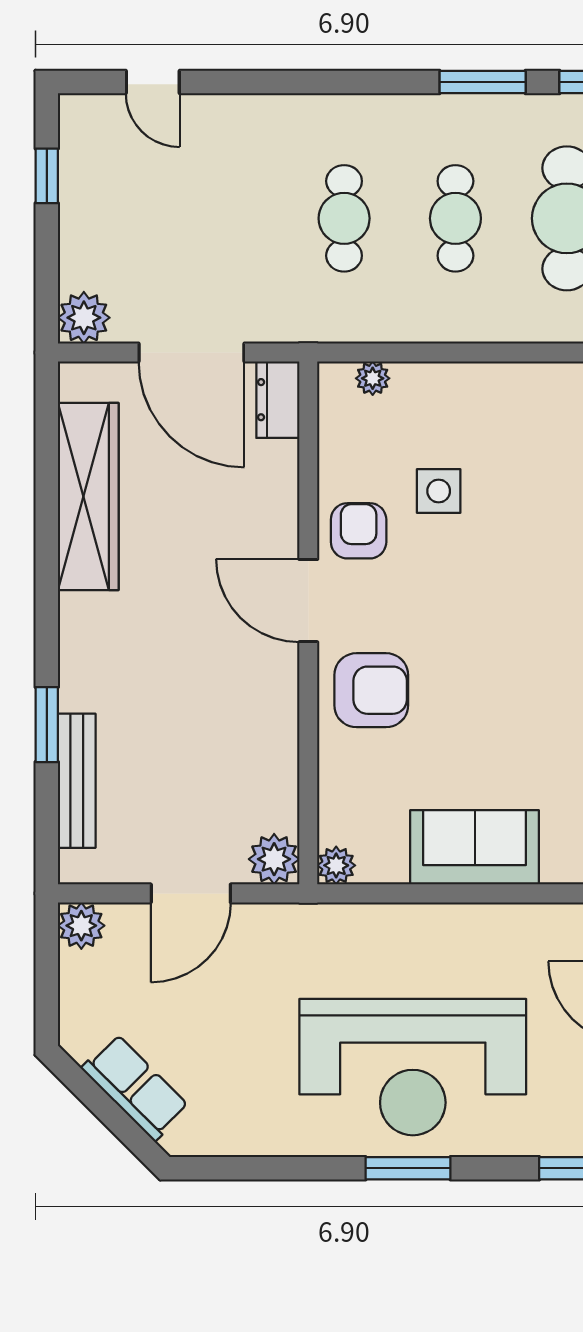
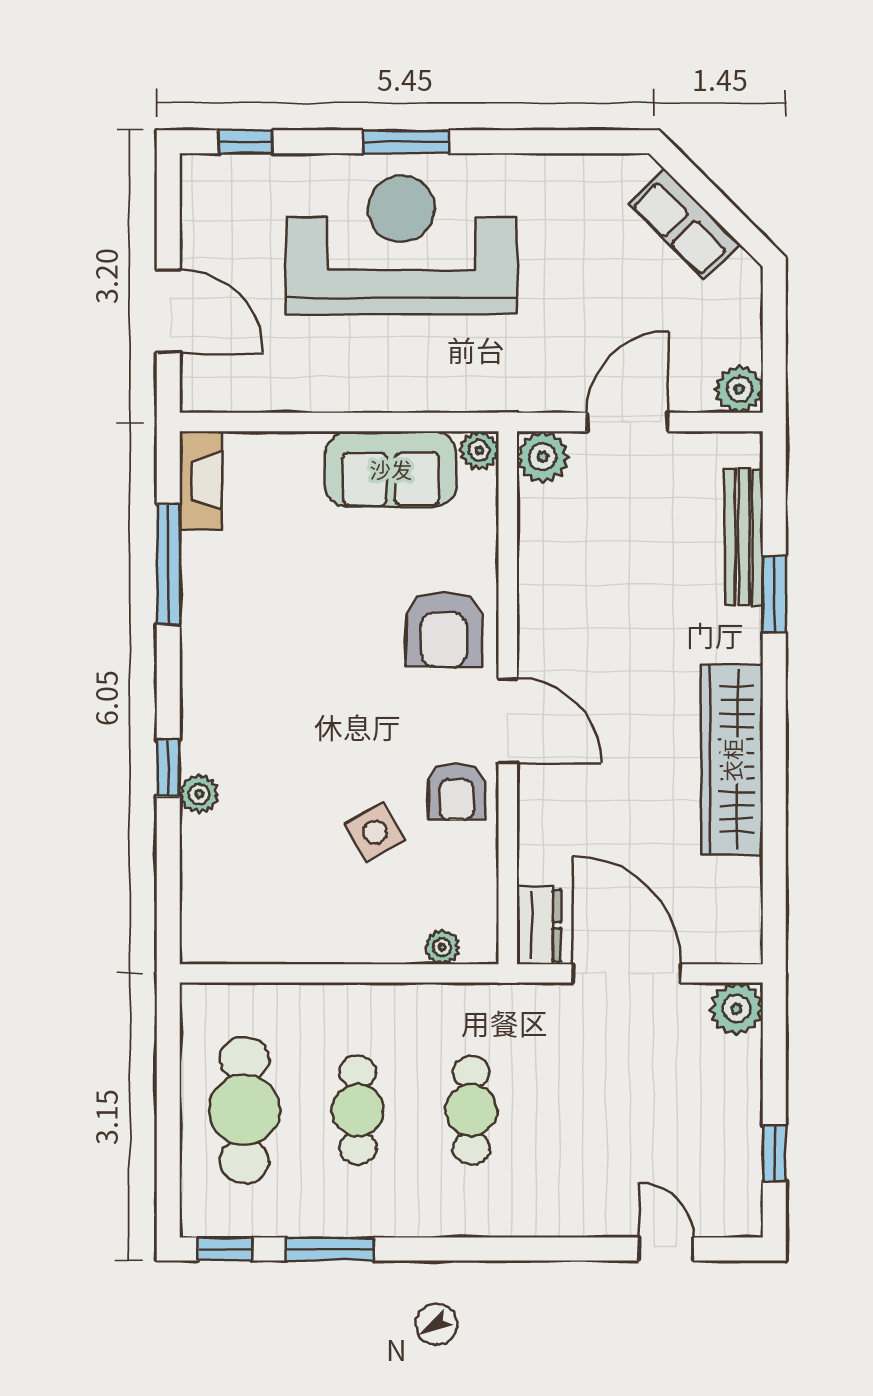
side table: (439, 491) -> (375, 832), turned -31
wardrobe: (88, 496) -> (732, 760), moved
armchair: (371, 690) -> (444, 629), turned -90
sofa: (475, 847) -> (391, 469), moved

